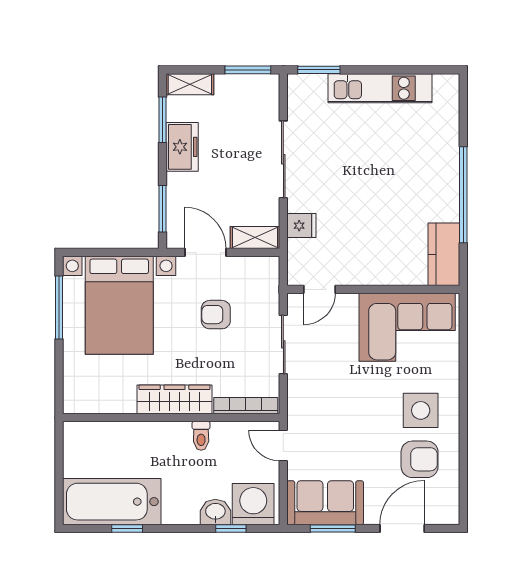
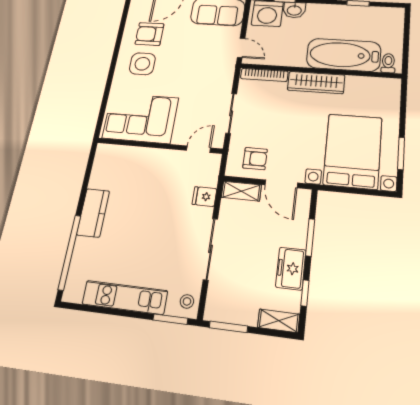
stool: (302, 93) -> (187, 301), added
window: (162, 120) -> (305, 293), width x0.67
window: (463, 195) -> (69, 252), moved
window: (162, 209) -> (310, 237), moved
kitchen counter: (444, 254) -> (93, 213), moved
window: (59, 308) -> (401, 153), width x0.69
armchair: (216, 315) -> (255, 159), moved
toilet: (201, 436) -> (388, 63), moved
bathtub: (112, 502) -> (344, 55), moved, turned 180

